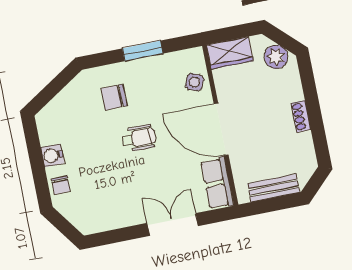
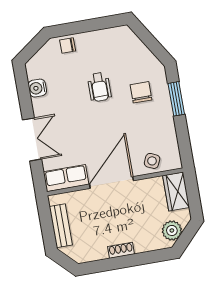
window: (143, 51) -> (176, 99), moved
wheelchair: (139, 138) -> (99, 87), moved
water cooler: (52, 155) -> (37, 88), moved, turned -90

